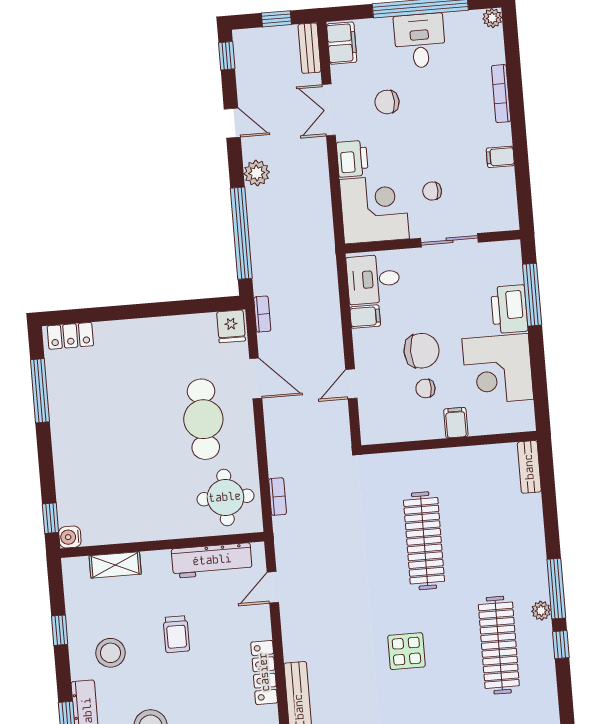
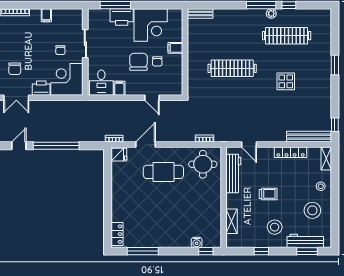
plant: (257, 173) -> (44, 136), removed
window: (241, 233) -> (56, 146), moved
water cooler: (70, 537) -> (197, 242), moved

